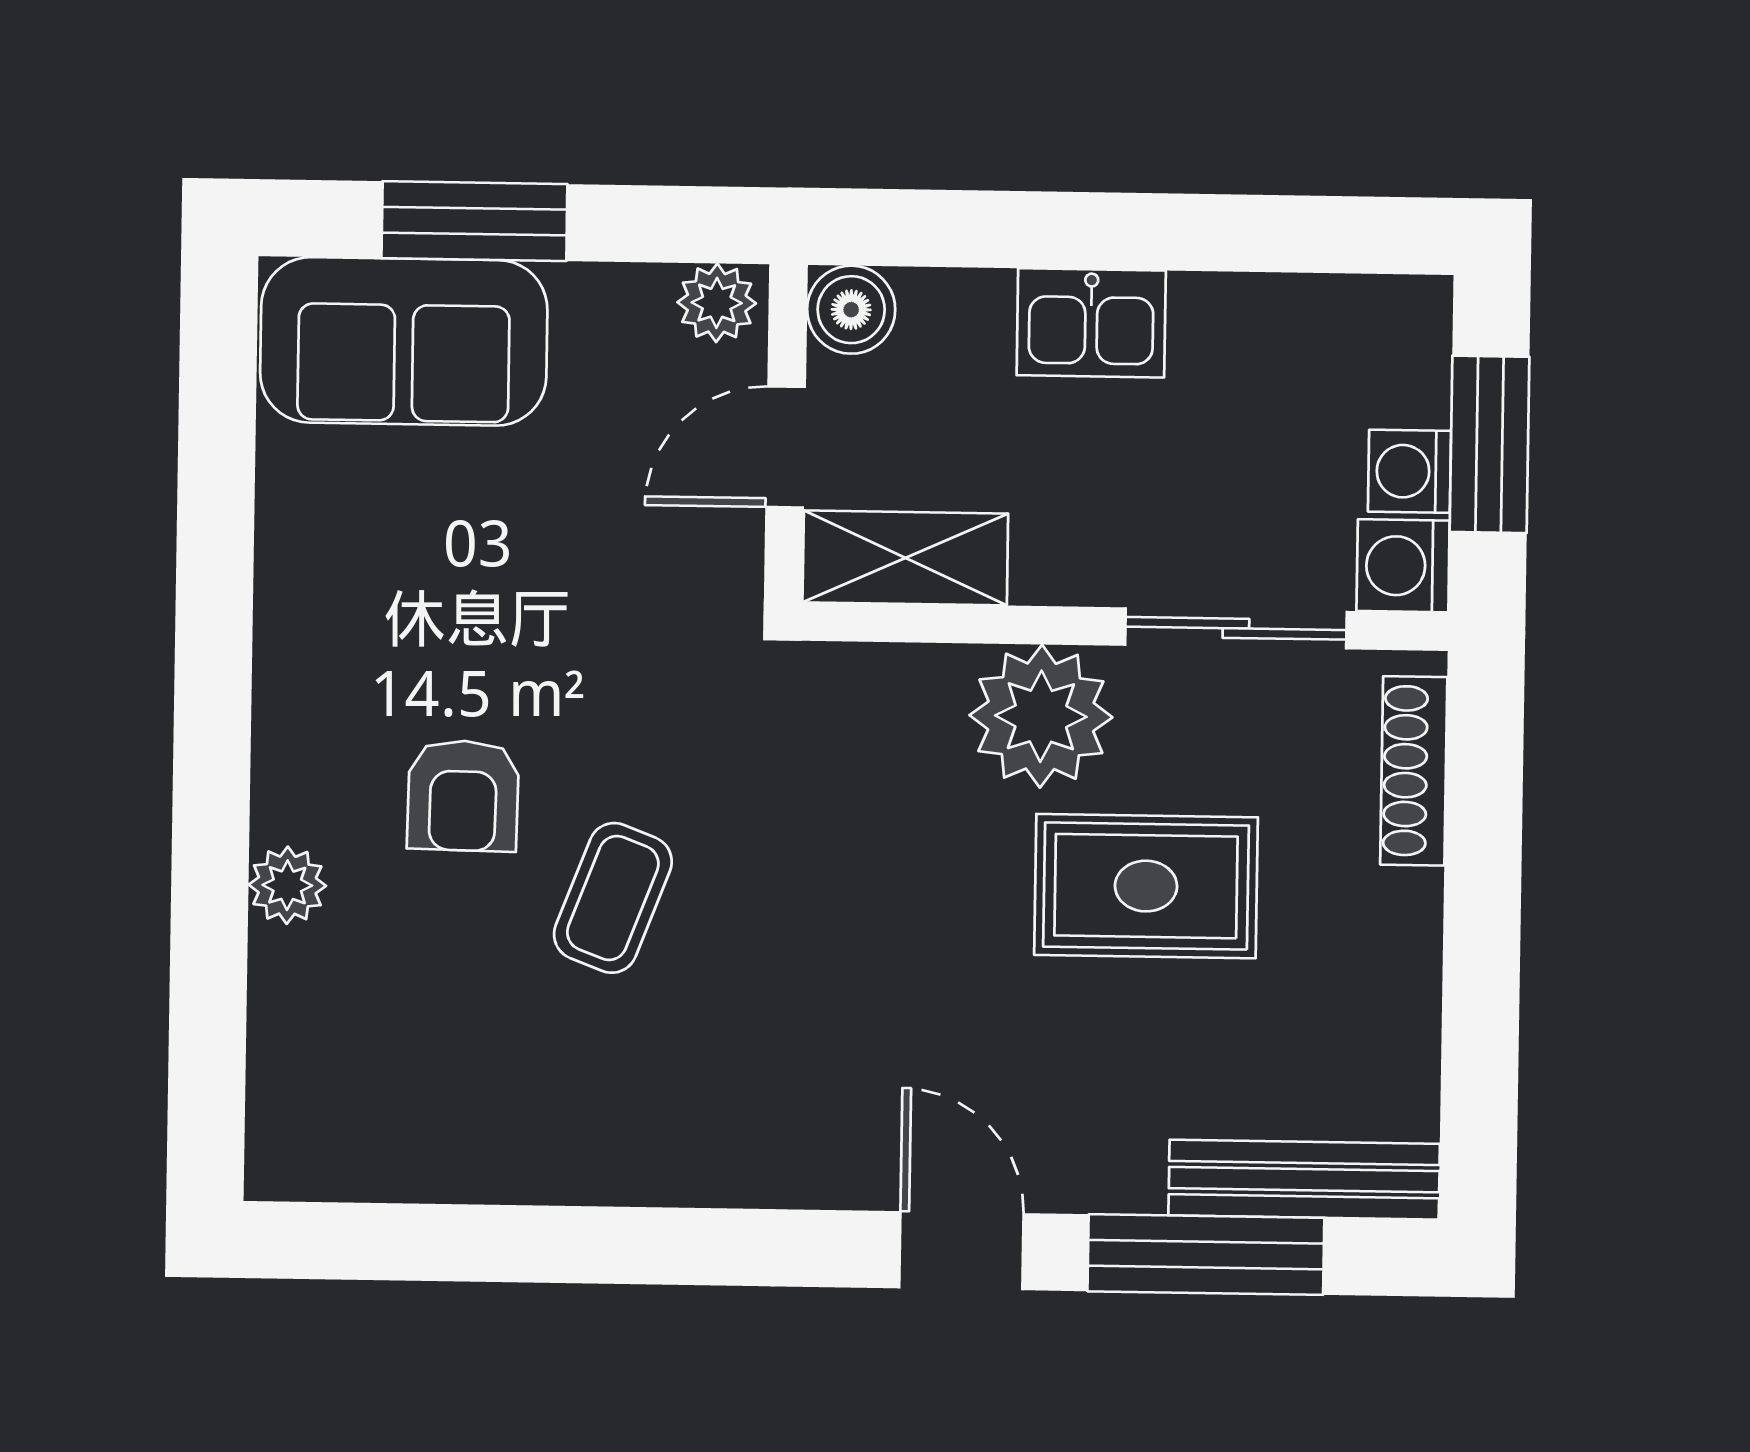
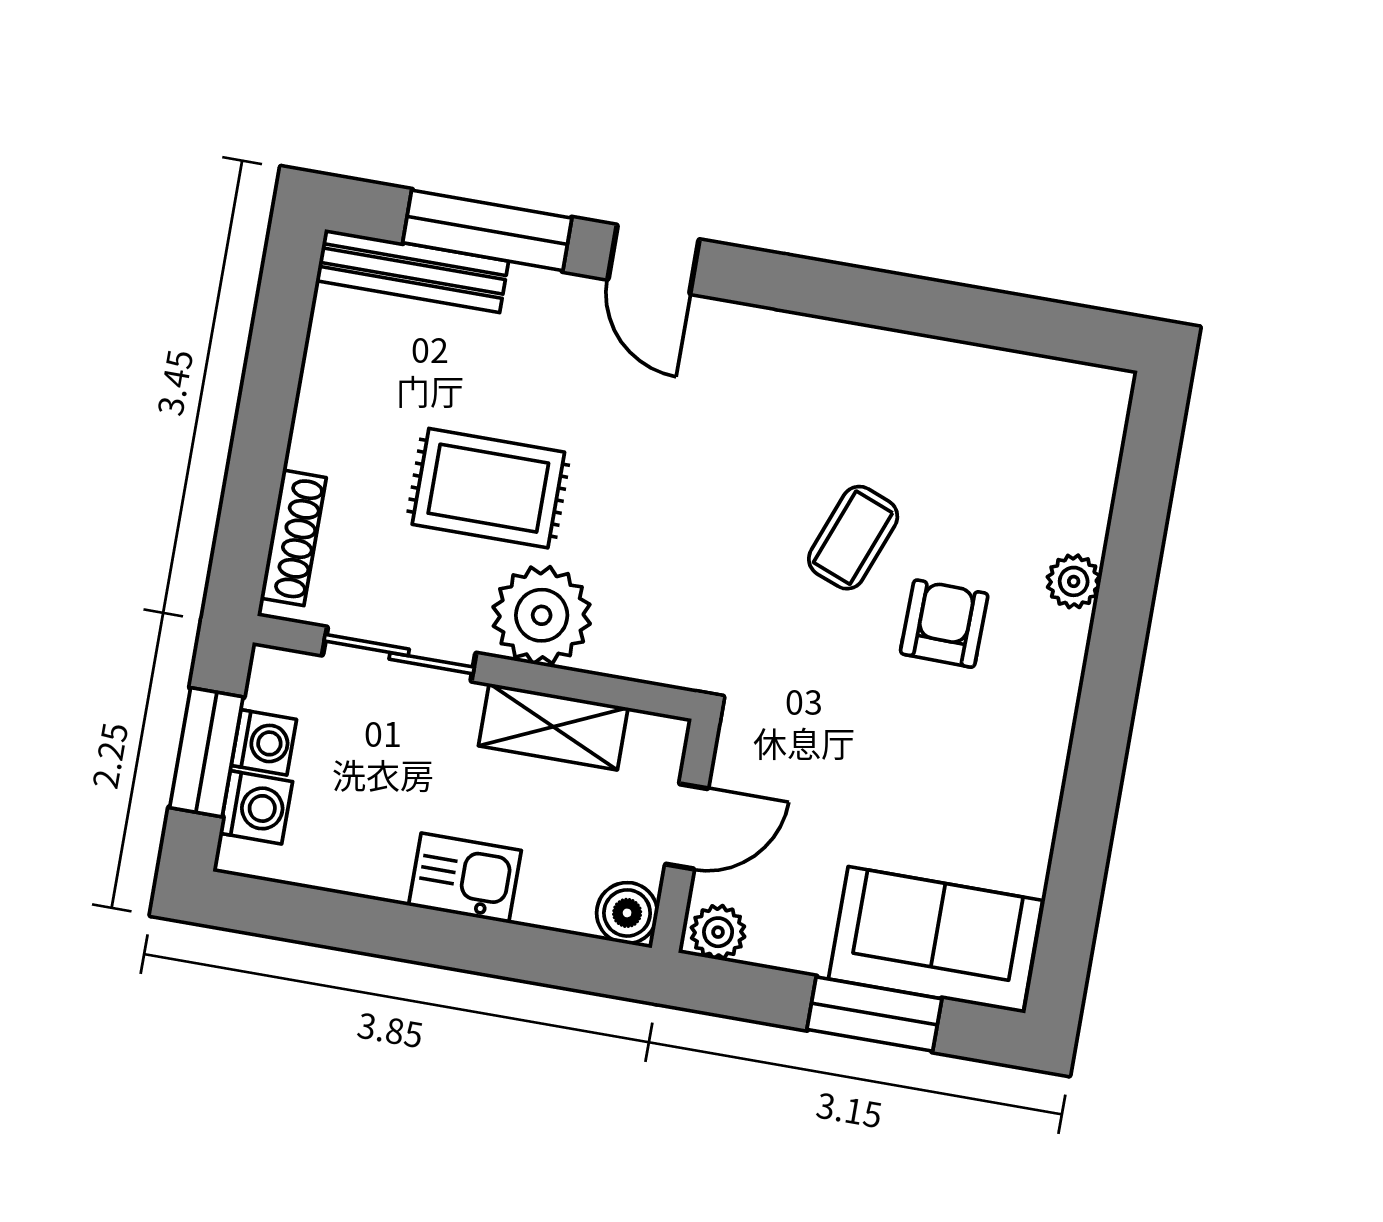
shelving: (905, 558) -> (553, 727), moved
washing machine: (1403, 566) -> (256, 807), moved

